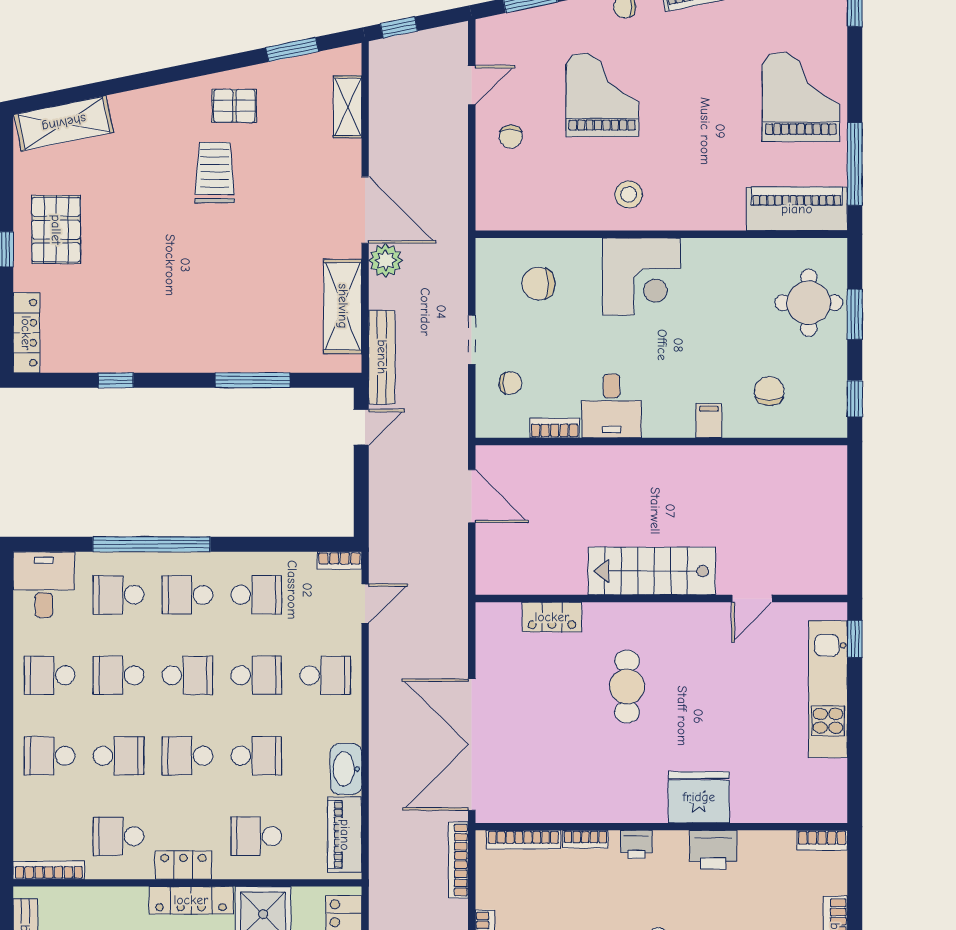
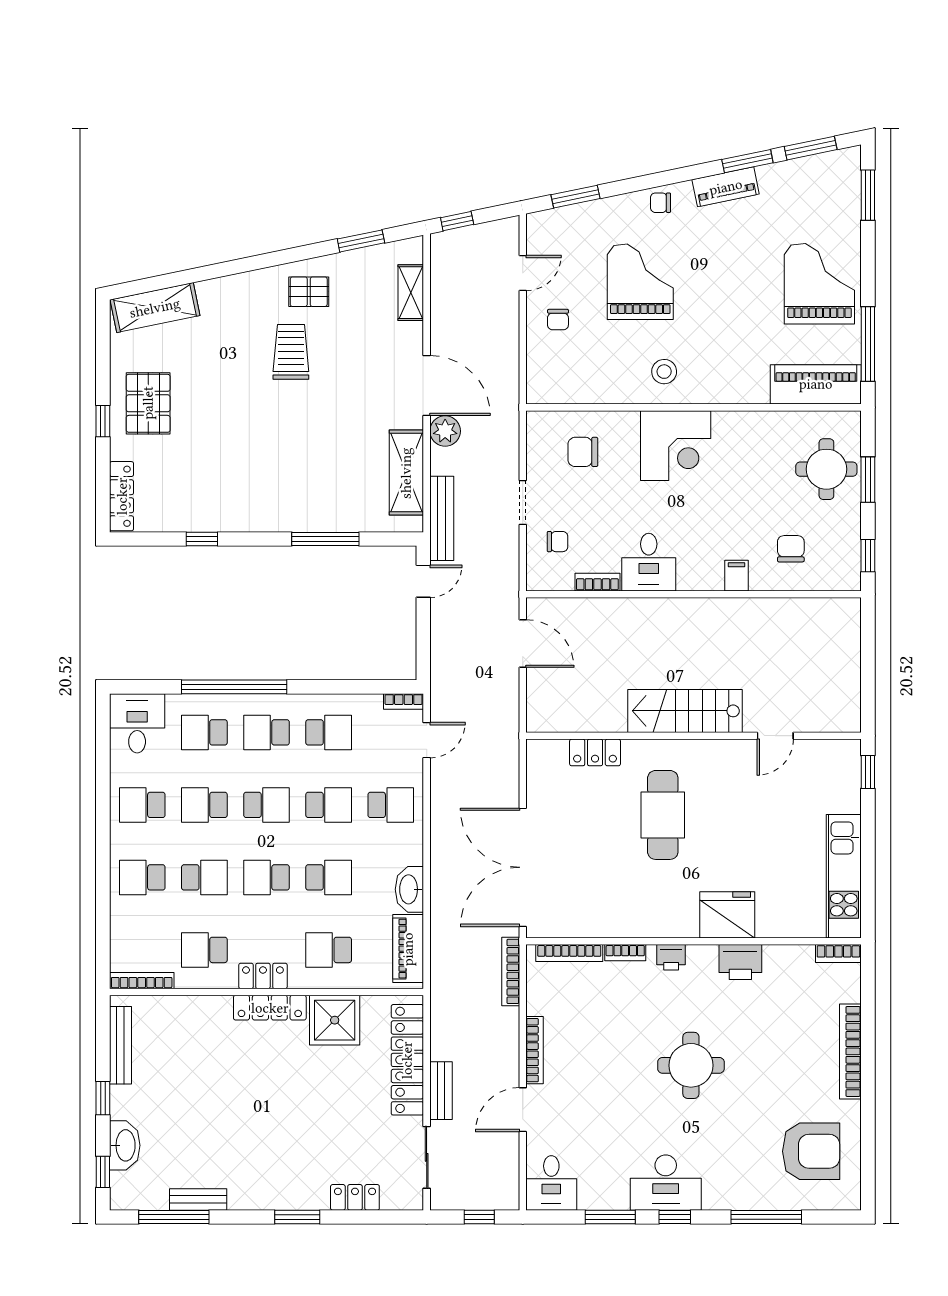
cafe table: (627, 686) -> (663, 815), width x1.37, depth x1.35
kitchen unit: (828, 689) -> (844, 876), moved

